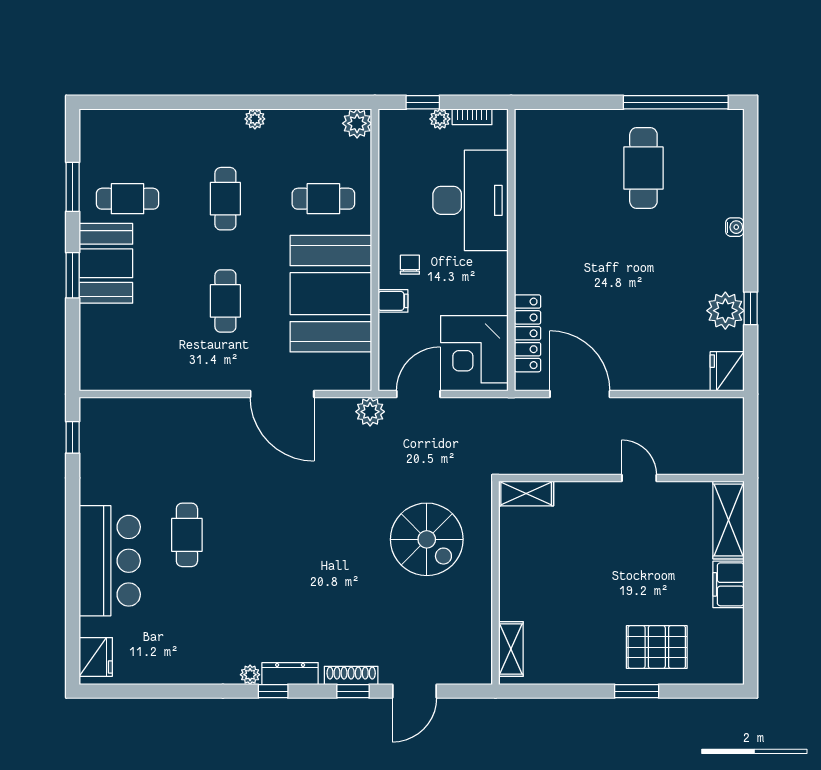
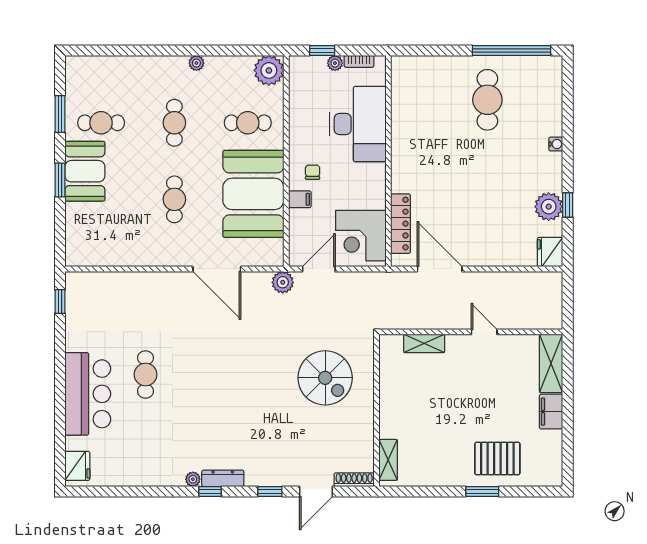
plant: (357, 123) -> (269, 70), width x1.36, depth x1.36
shelving: (526, 493) -> (424, 343), moved
shoe rack: (351, 675) -> (354, 480), moved

